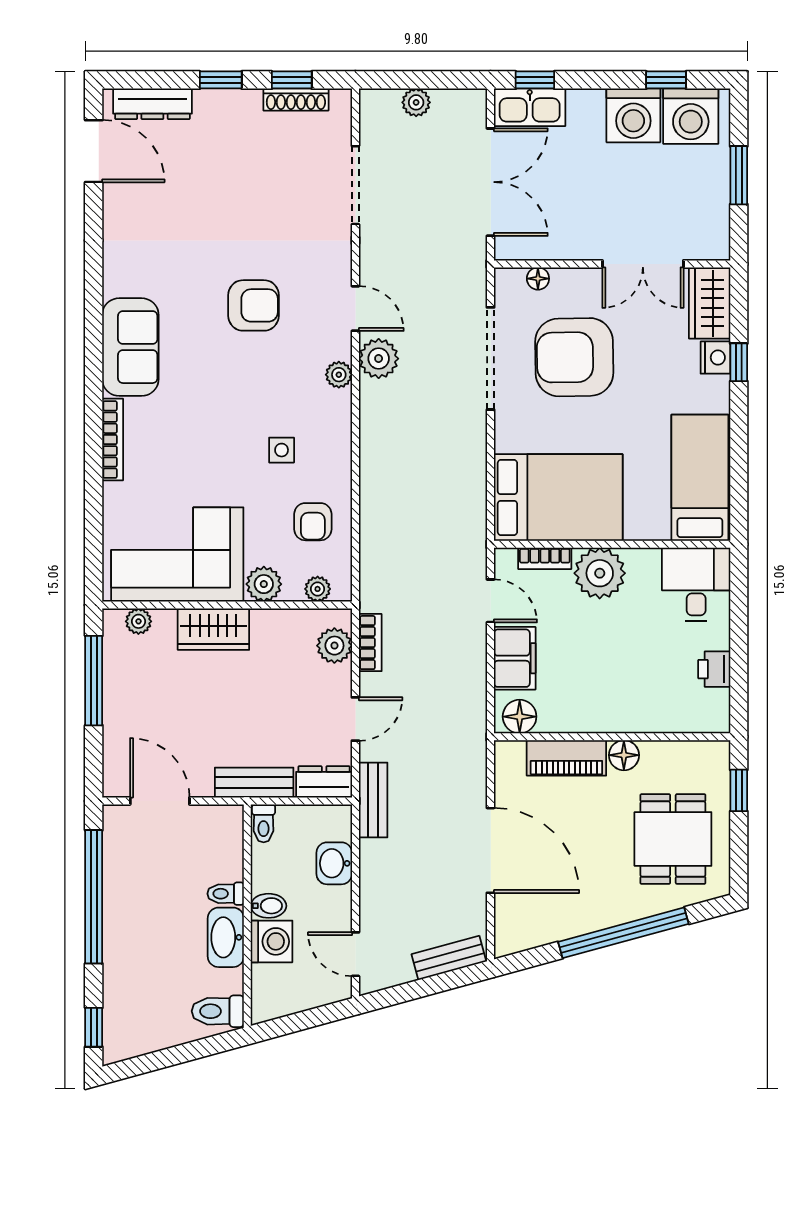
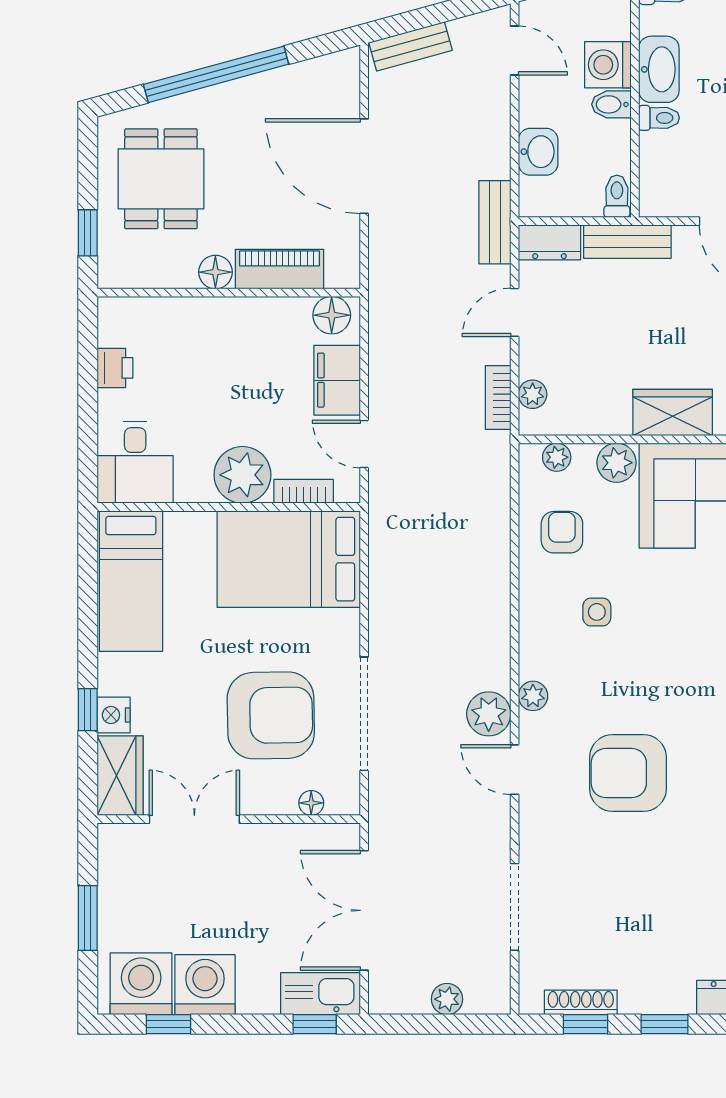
armchair: (254, 305) -> (628, 773), width x1.36, depth x1.36
plant: (334, 646) -> (533, 394), width x0.73, depth x0.73

